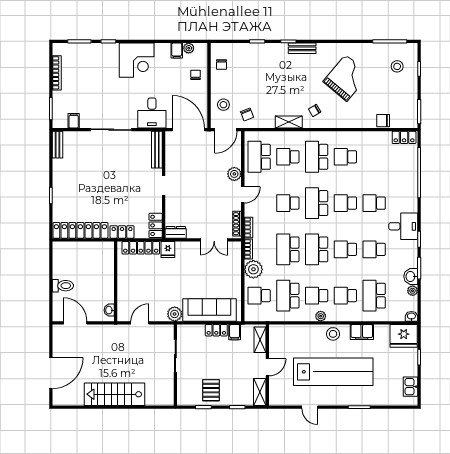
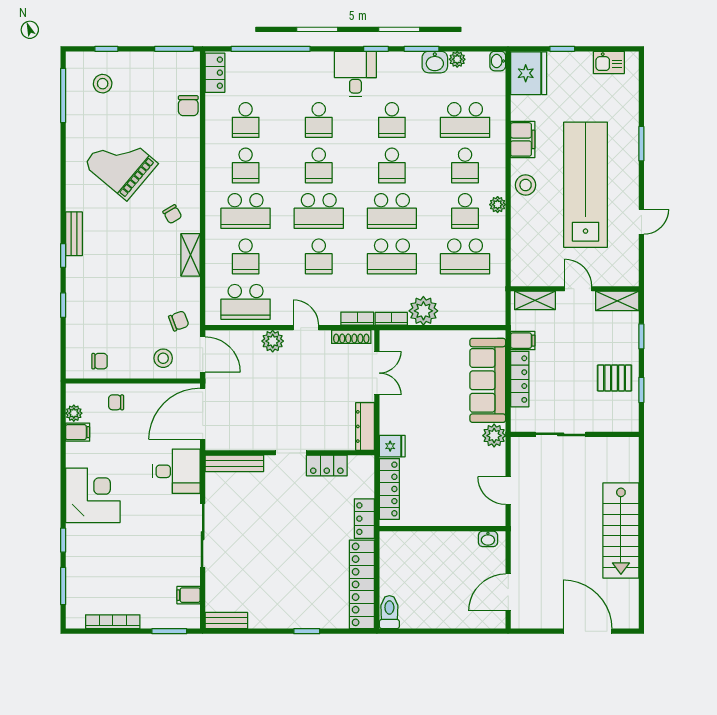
locker: (156, 225) -> (327, 466), moved
dresser: (176, 232) -> (365, 426), width x1.44
toilet: (63, 286) -> (389, 612), moved
school desk: (259, 296) -> (246, 120), moved
locker: (216, 330) -> (520, 379), width x1.53

